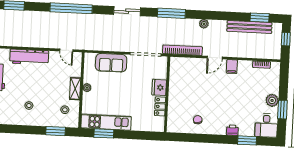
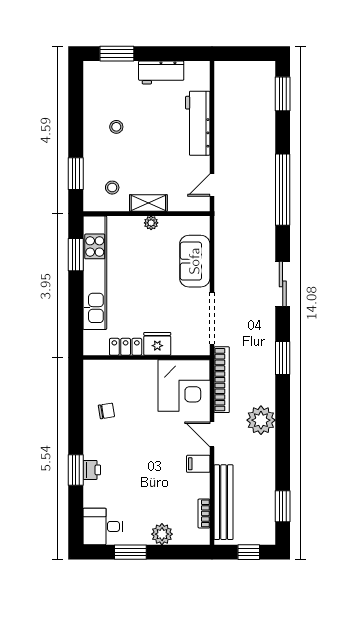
window: (171, 13) -> (283, 358), width x0.69
plant: (204, 24) -> (261, 420), width x1.88, depth x1.88
bench: (249, 27) -> (224, 502), moved
corner desk: (185, 73) -> (184, 386), added
plant: (272, 100) -> (162, 534), moved
kitchen unit: (106, 122) -> (95, 273), width x1.36
window: (247, 140) -> (76, 470), moved

